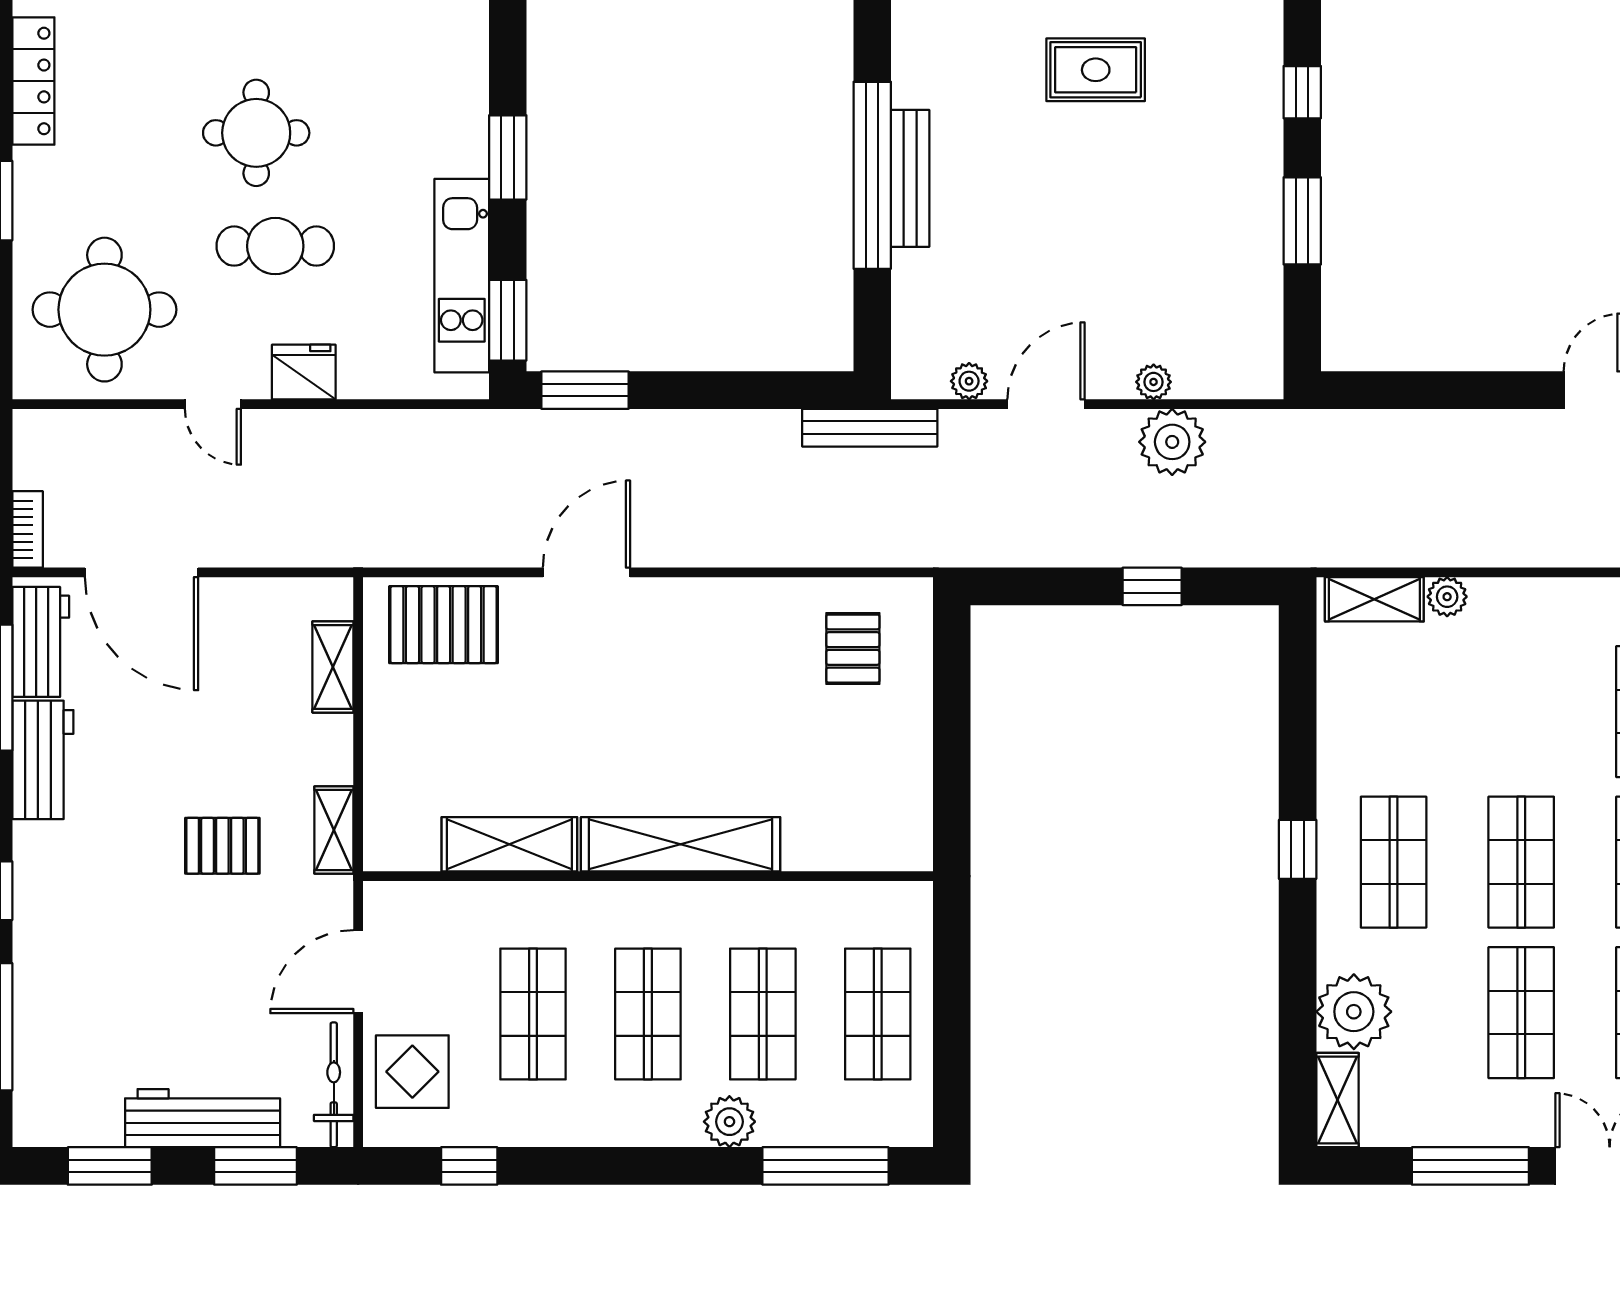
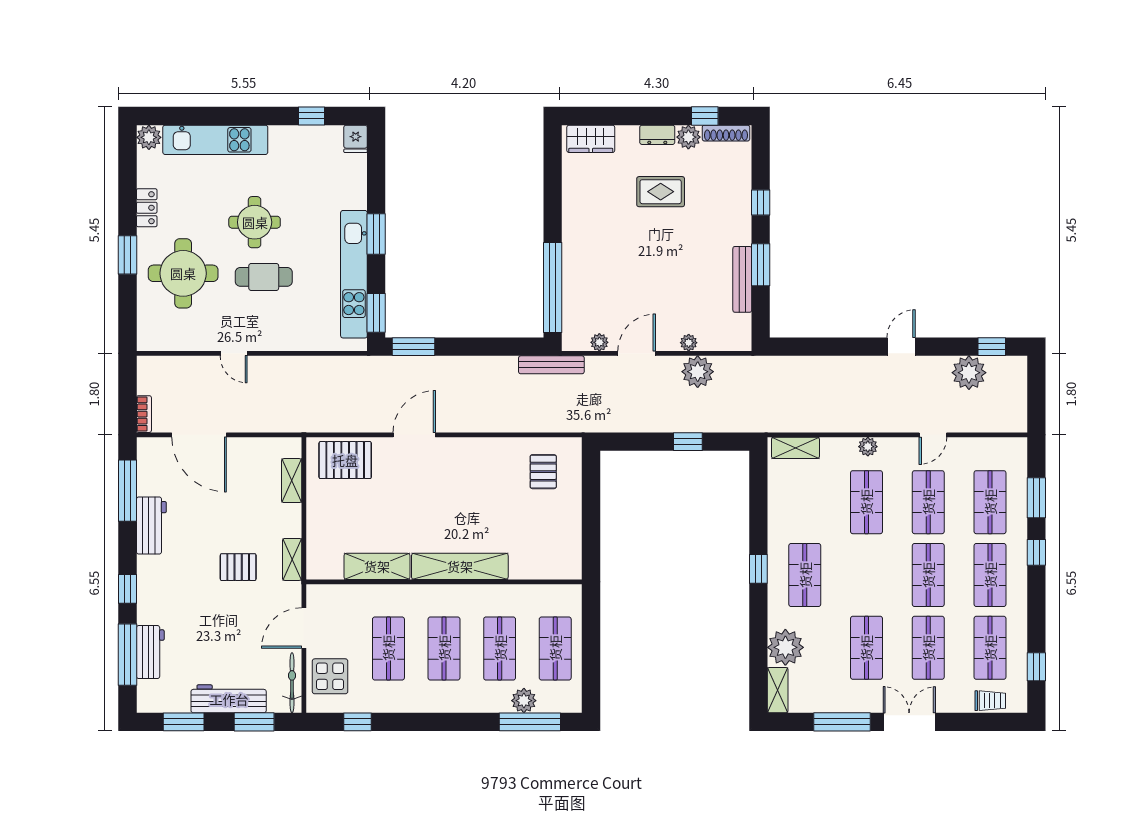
locker: (33, 81) -> (147, 208), width x0.66
window: (872, 175) -> (553, 288), moved
bench: (910, 178) -> (742, 279), moved
kitchen unit: (462, 276) -> (354, 274), width x1.36
round table: (104, 310) -> (183, 273), moved
fridge: (304, 372) -> (278, 338), removed
plant: (1447, 597) -> (868, 447), moved
workbench: (41, 642) -> (150, 652), moved
shop shelf: (1521, 862) -> (866, 502), moved
plant: (729, 1122) -> (524, 701), moved

